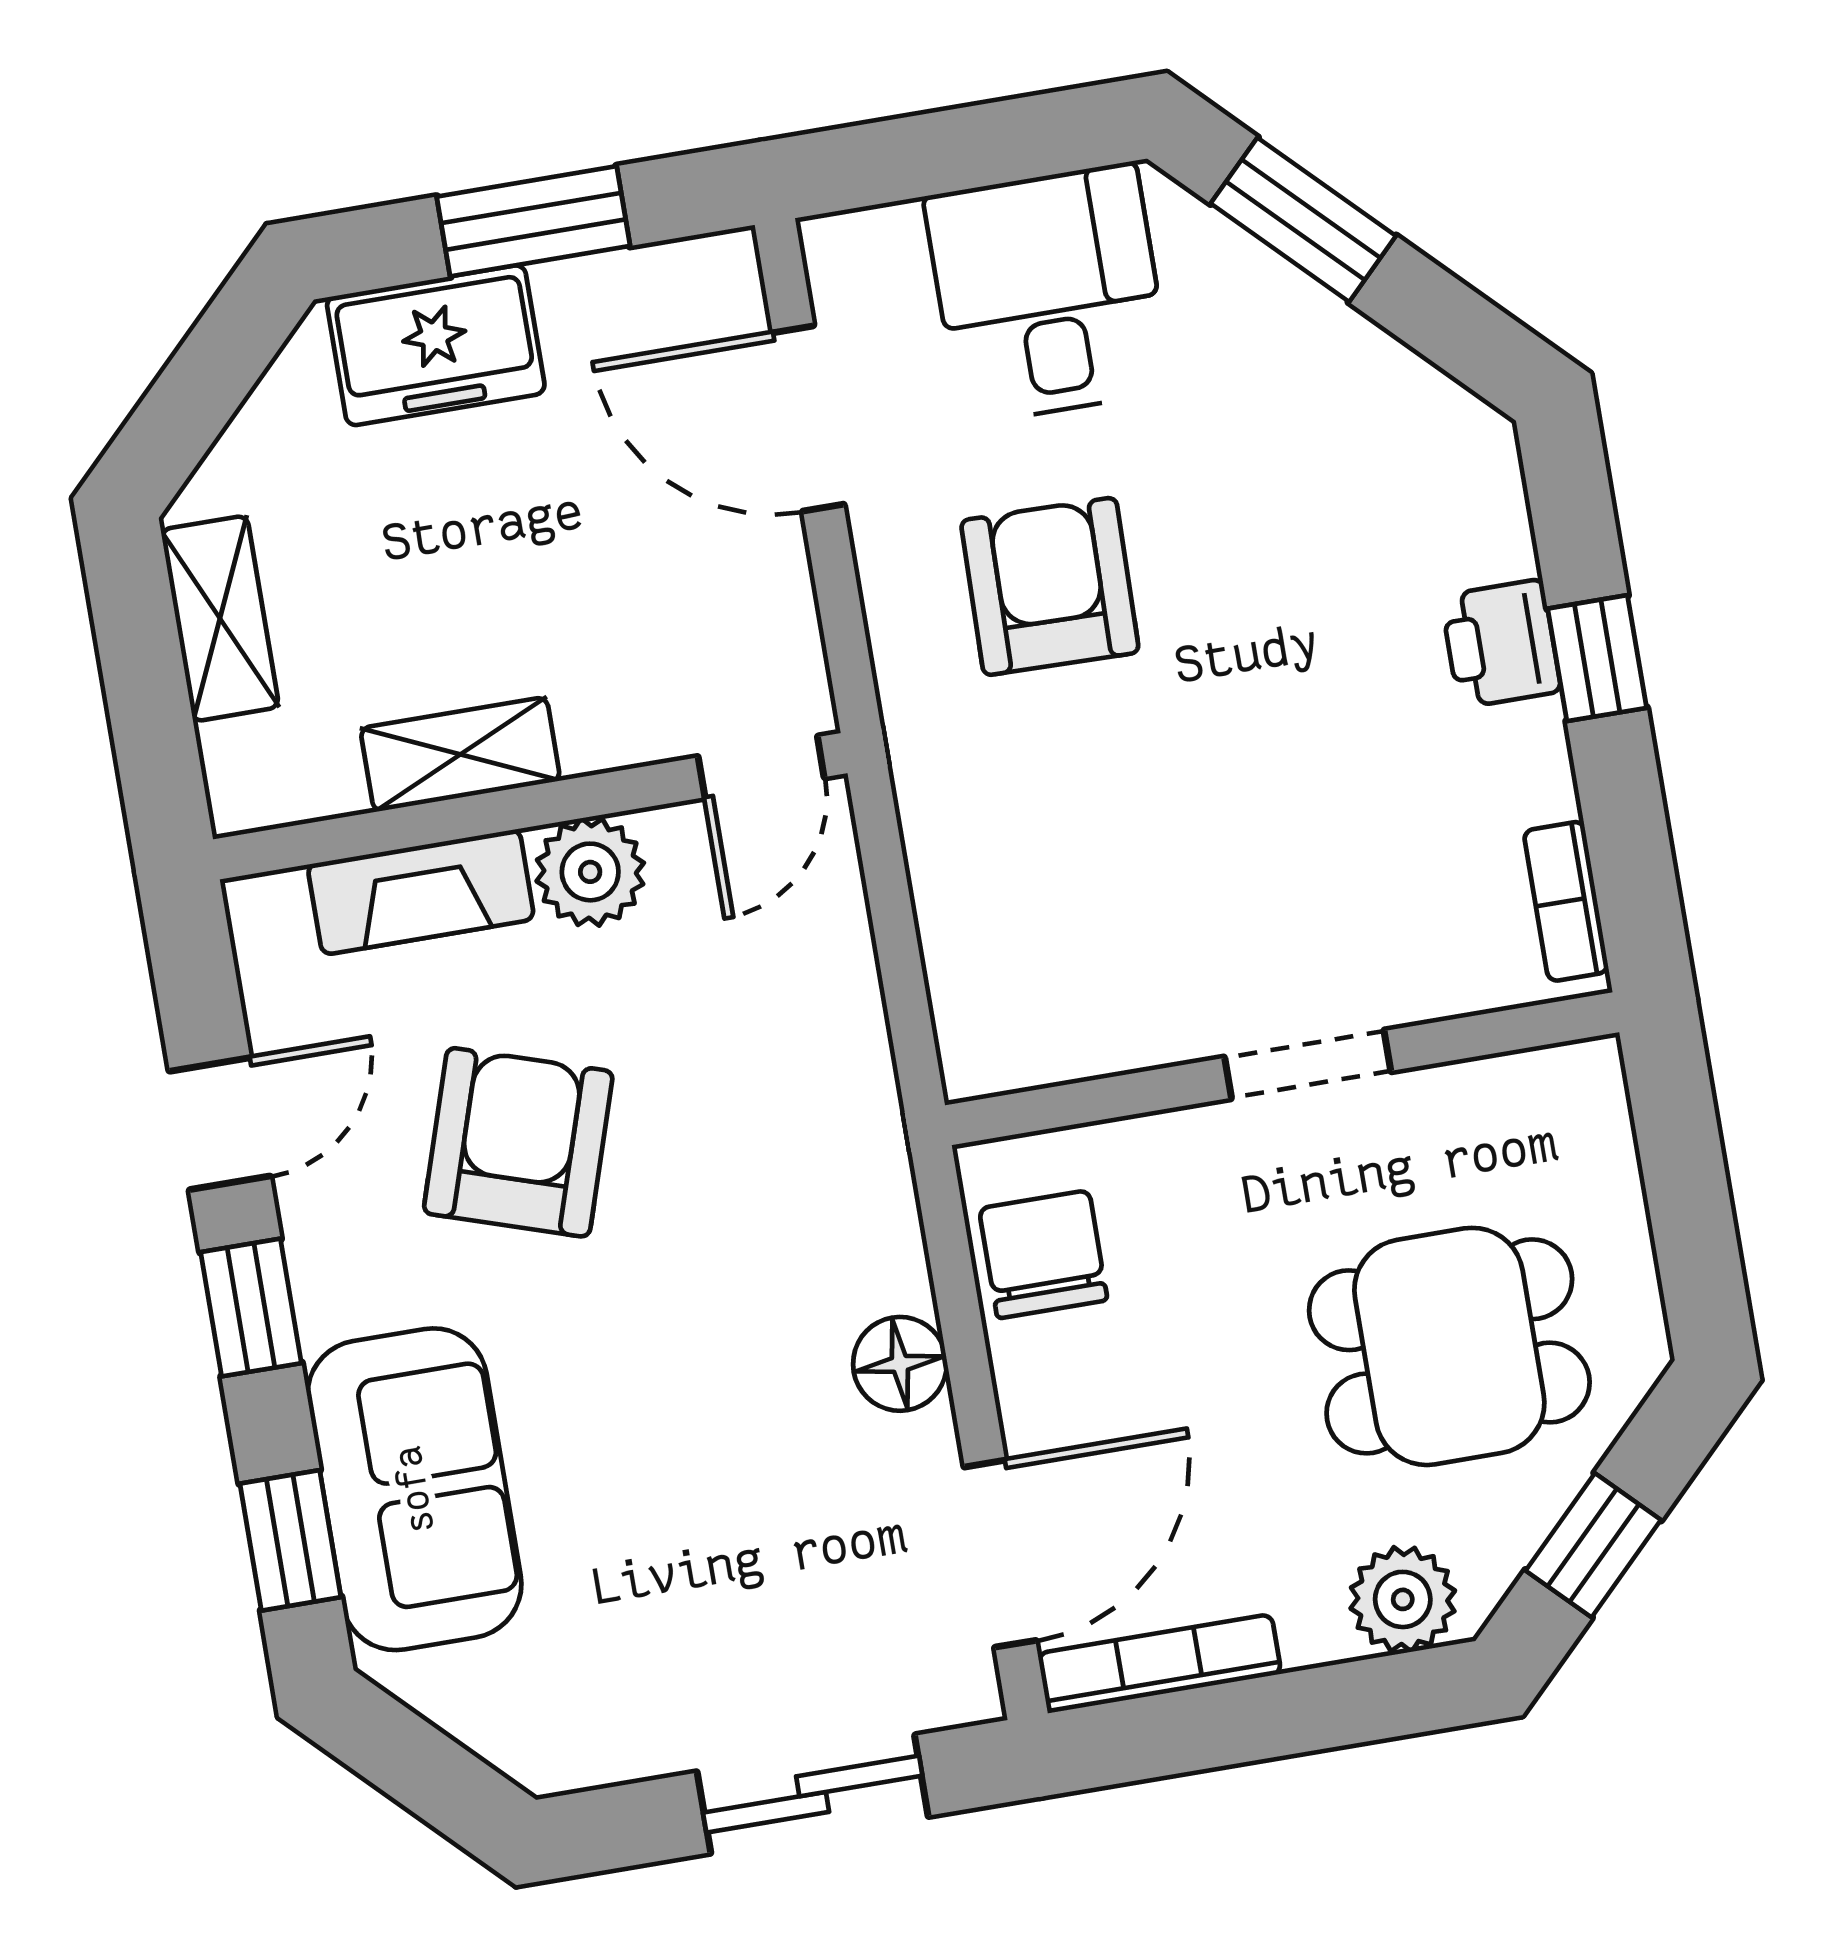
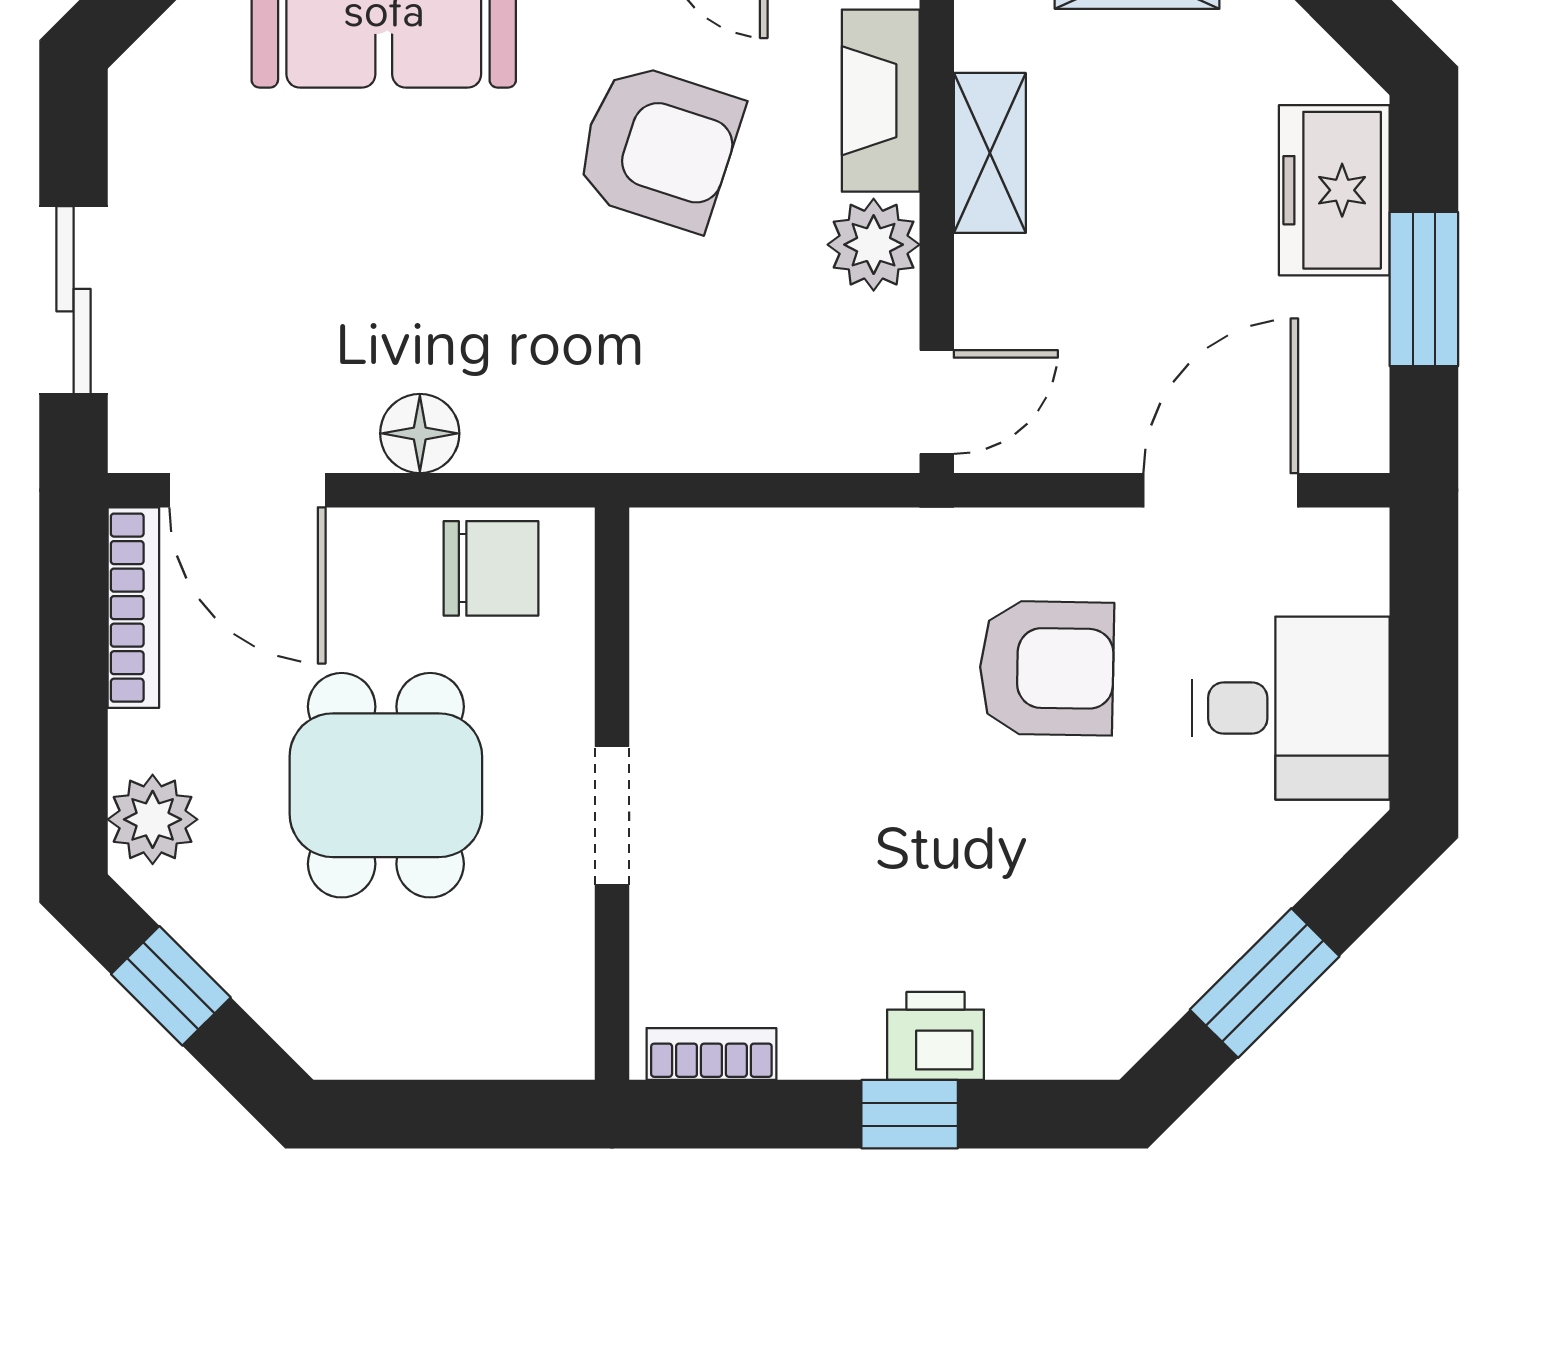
window: (1303, 220) -> (1265, 983), moved
door: (761, 767) -> (937, 402), swing flipped
dining table: (1449, 1346) -> (386, 785), moved

